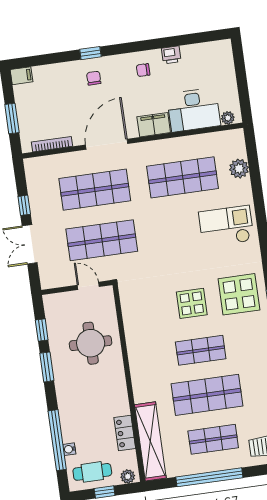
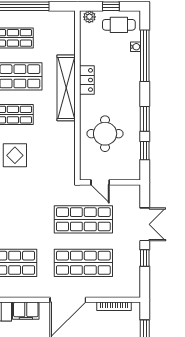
locker: (125, 433) -> (87, 80), moved
shelving: (150, 441) -> (66, 88), moved

